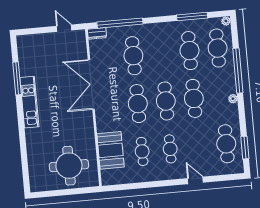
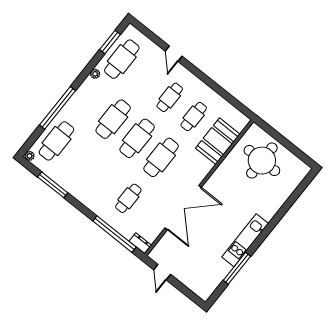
cafe table: (189, 51) -> (80, 160), removed
cafe table: (133, 56) -> (128, 198), width x0.73, depth x0.74
plant: (233, 99) -> (95, 74), moved

